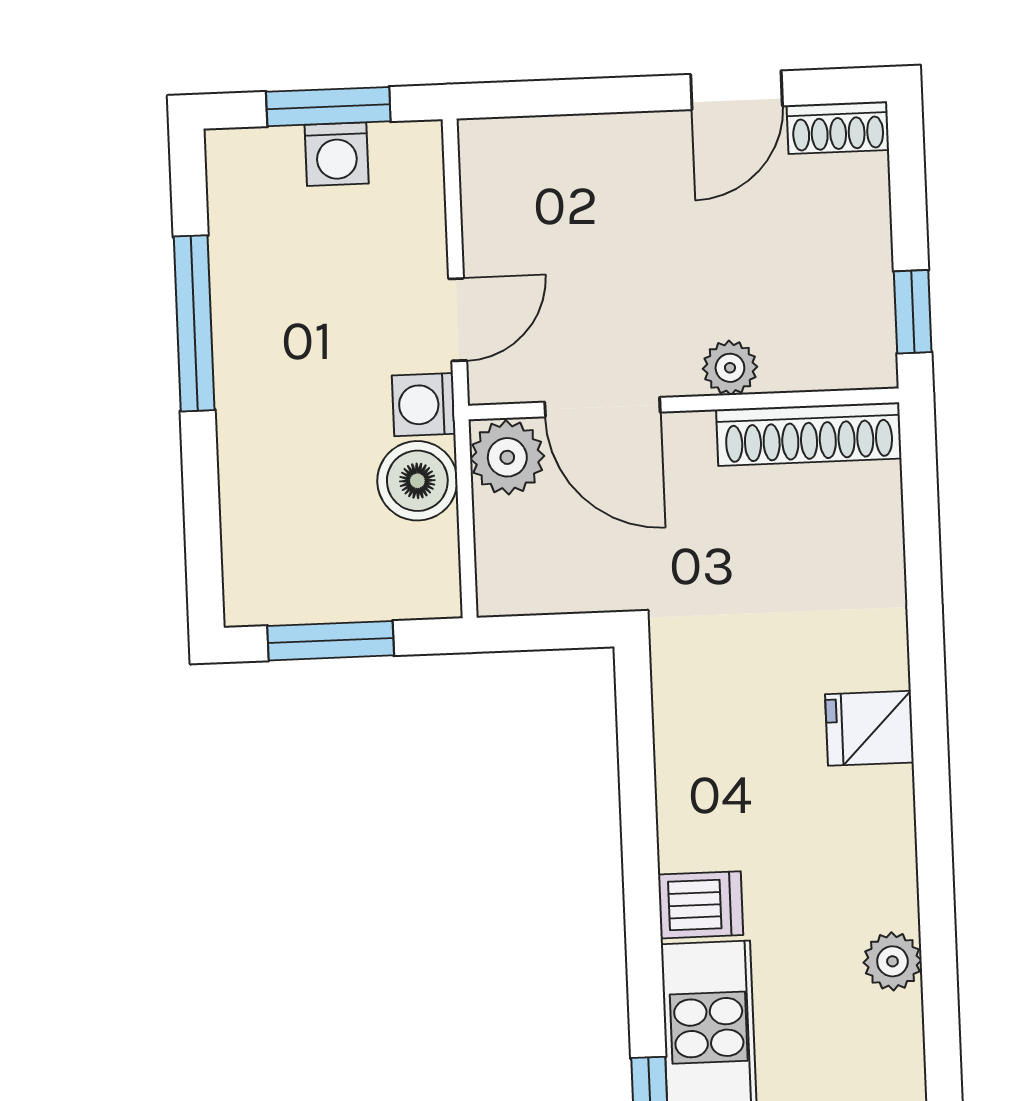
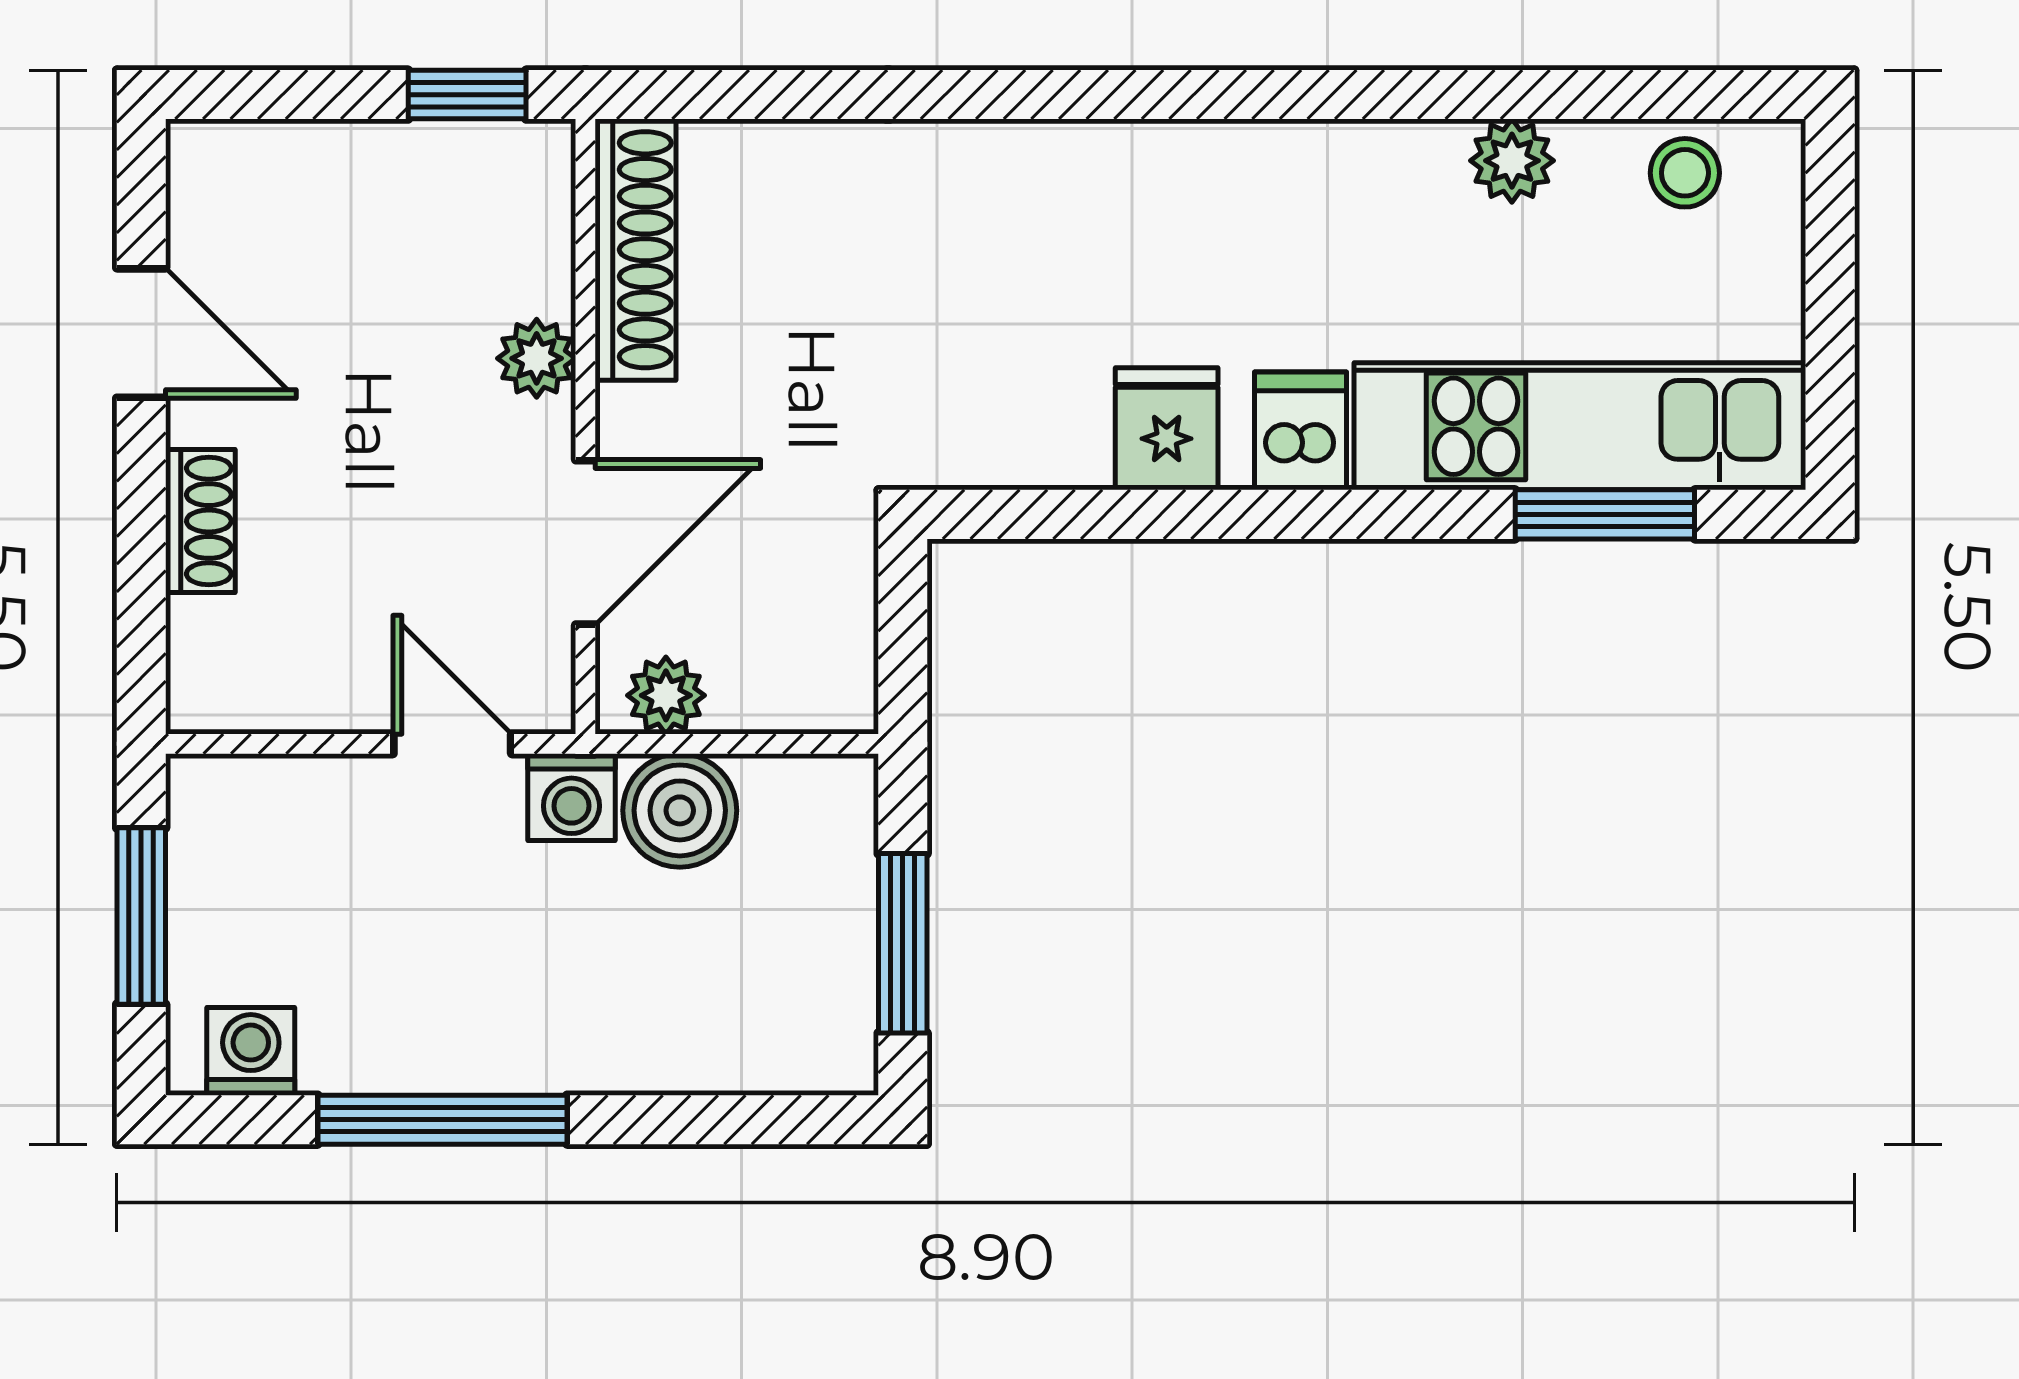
shoe rack: (838, 128) -> (200, 521), moved
washing machine: (337, 154) -> (251, 1051), moved, turned -90
plant: (507, 457) -> (666, 695), width x0.73, depth x0.73
fridge: (869, 728) -> (1167, 429), moved, turned 180
plant: (892, 961) -> (1512, 161), moved

